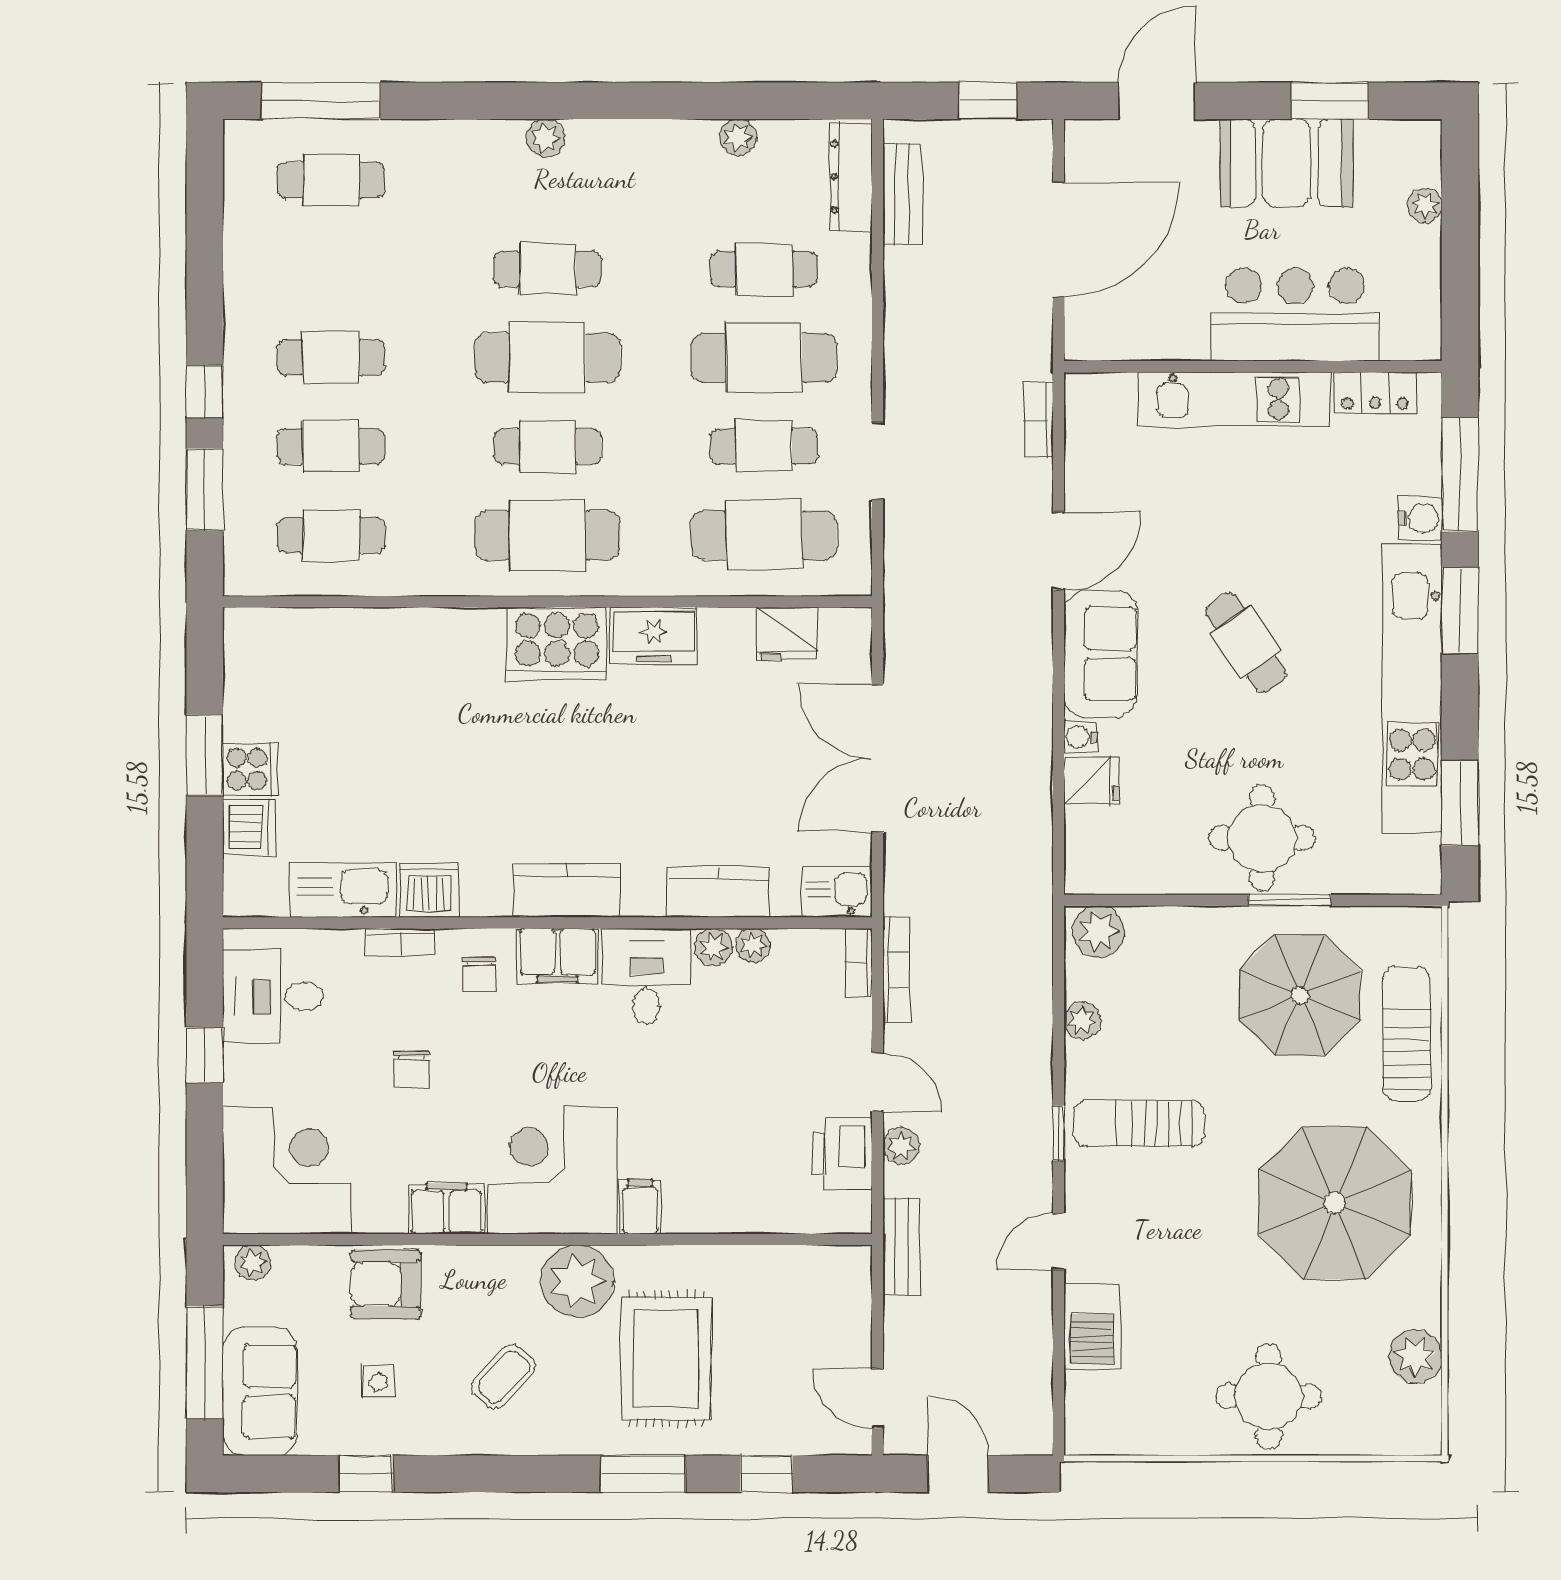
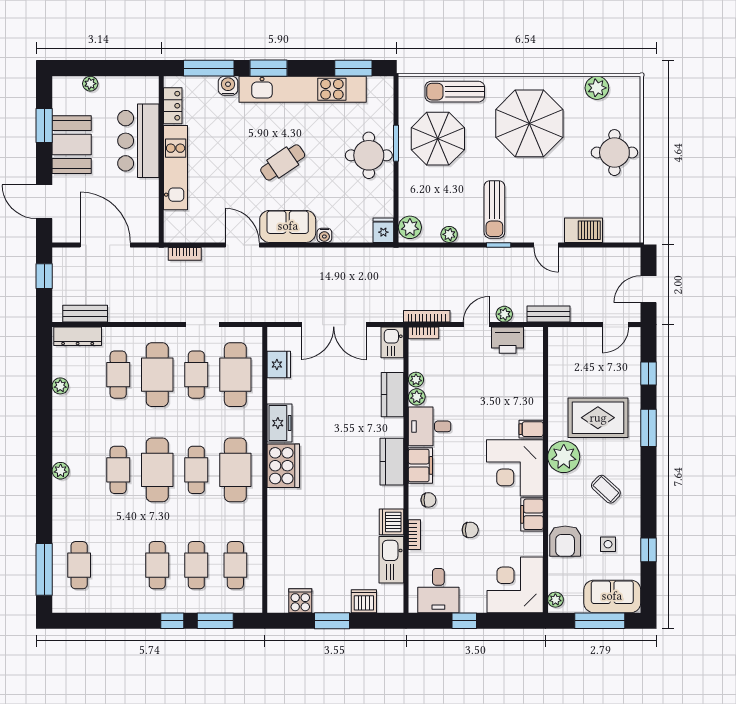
cooker: (250, 769) -> (300, 601), moved
fridge: (1092, 781) -> (383, 230), moved

